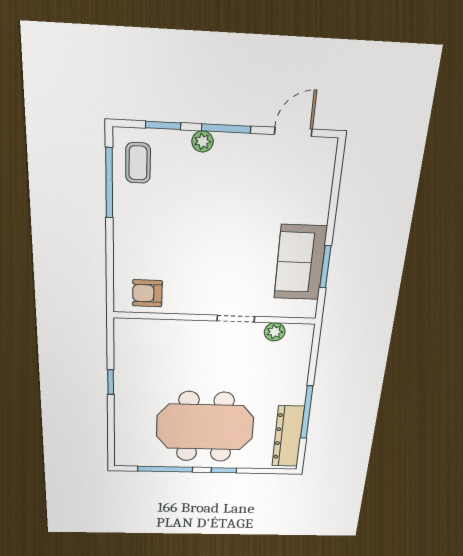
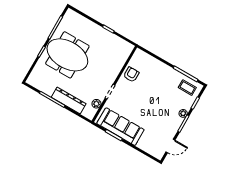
door: (293, 132) -> (170, 146), hinge flipped
sofa: (300, 263) -> (120, 127), width x1.36
armchair: (147, 293) -> (131, 75), moved
meeting table: (205, 427) -> (67, 55), turned 90
dresser: (288, 436) -> (69, 101), moved

